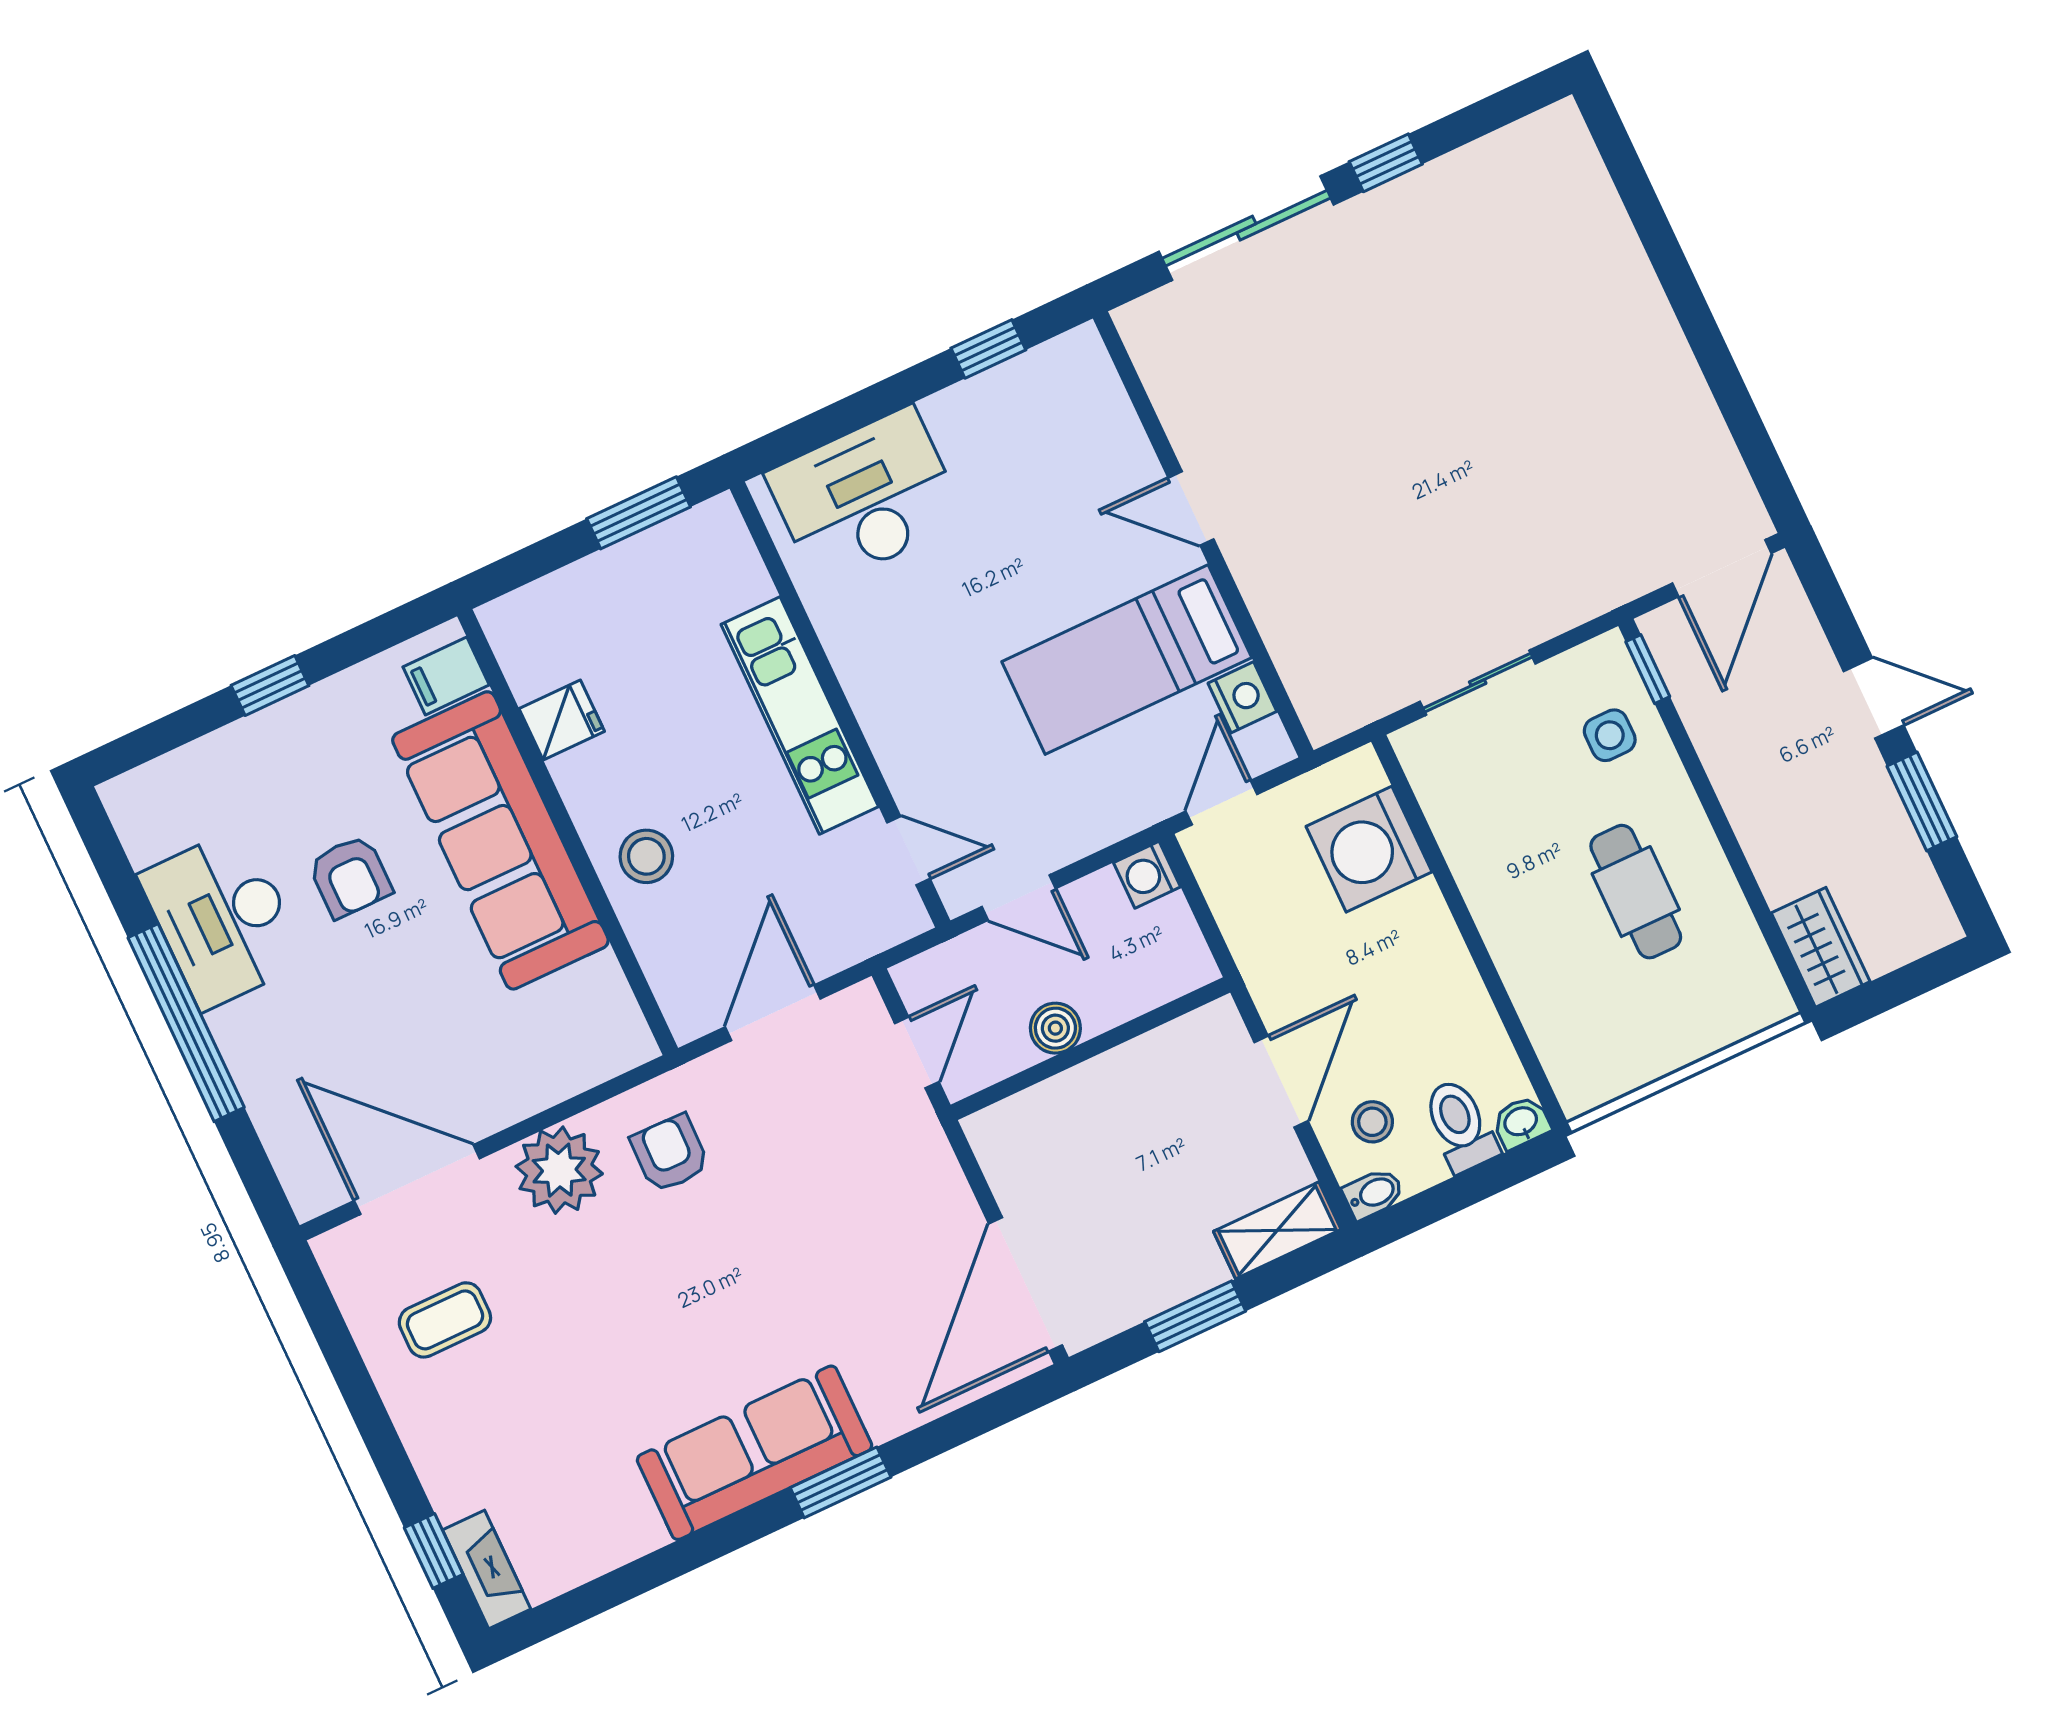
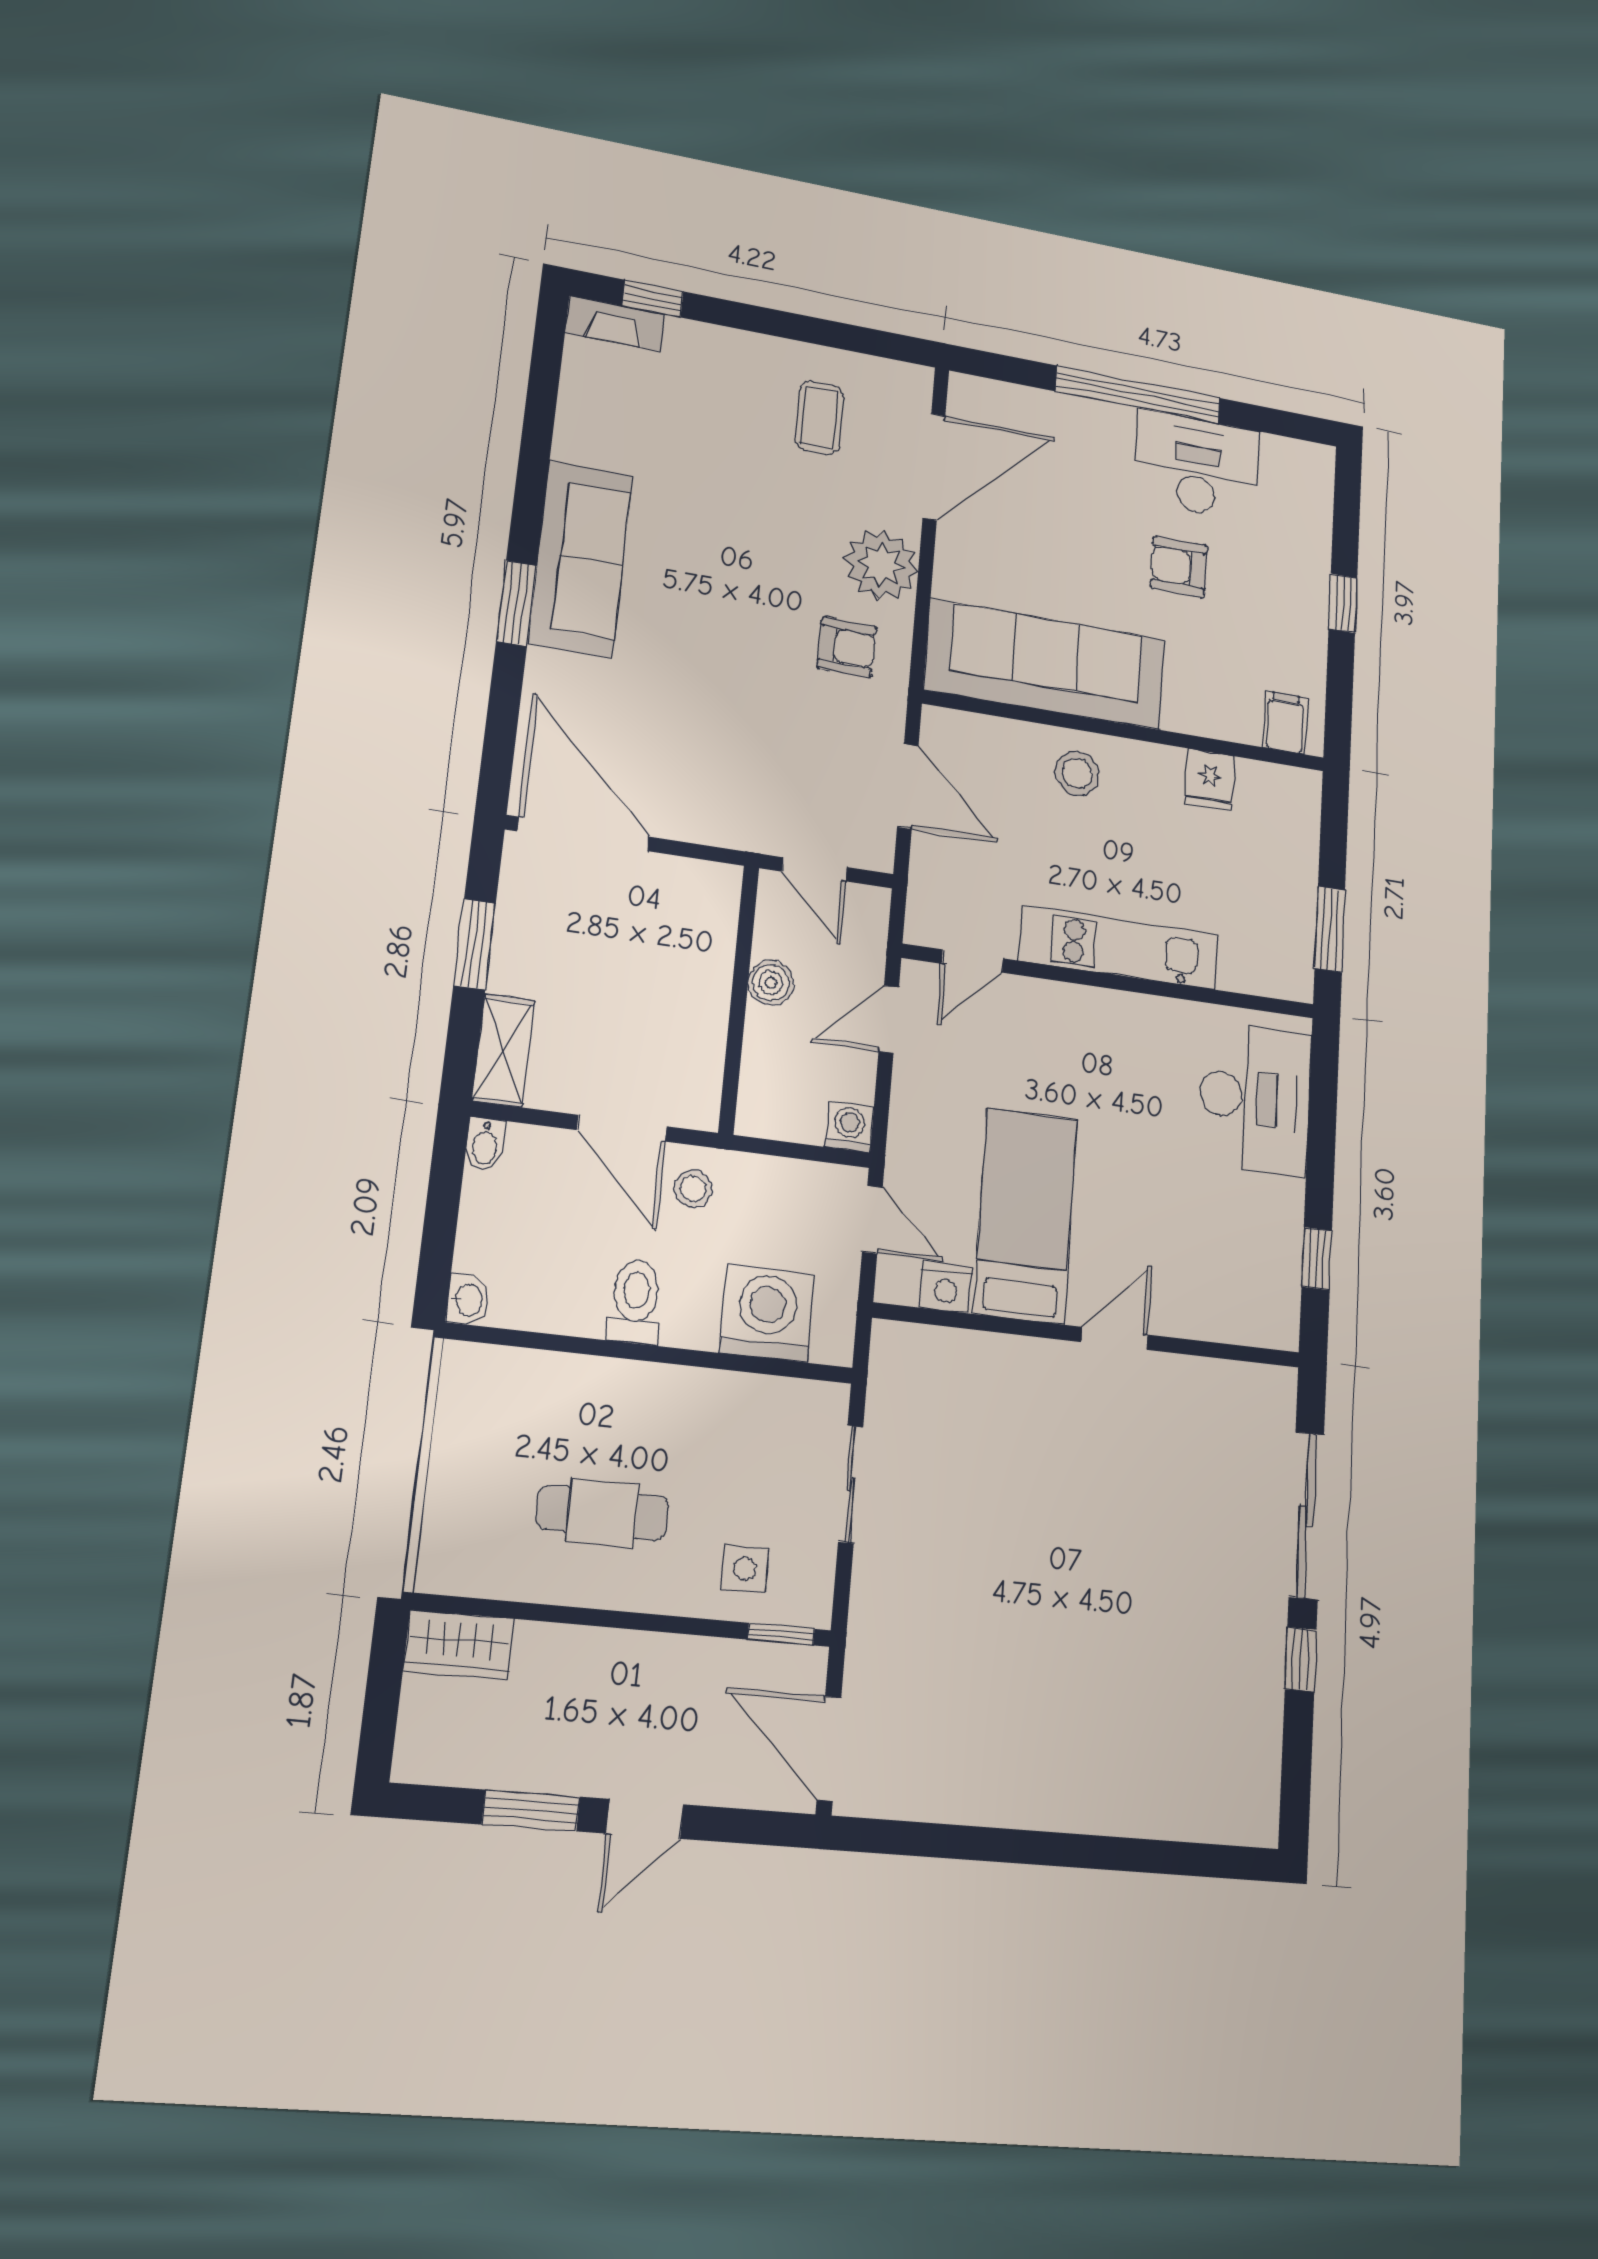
sofa: (500, 840) -> (1045, 665), moved
stool: (1372, 1122) -> (693, 1189), moved
toilet: (1460, 1125) -> (635, 1302), moved, turned -90

